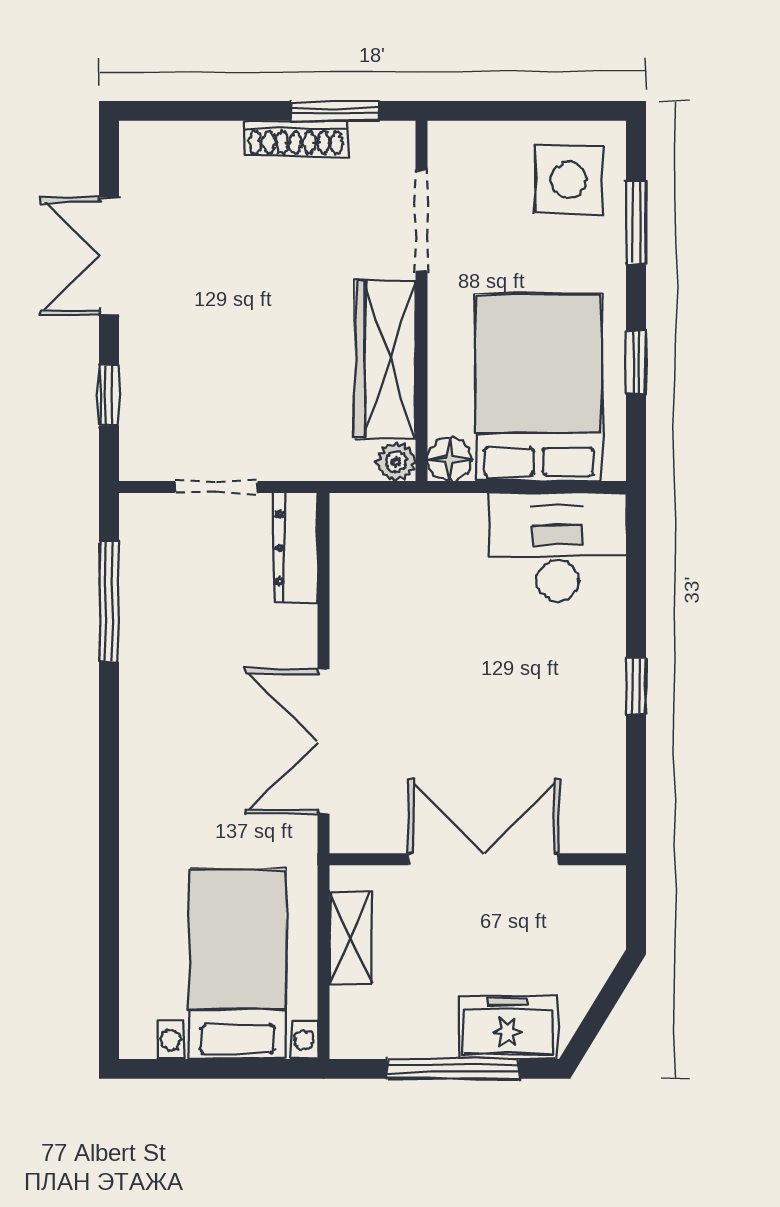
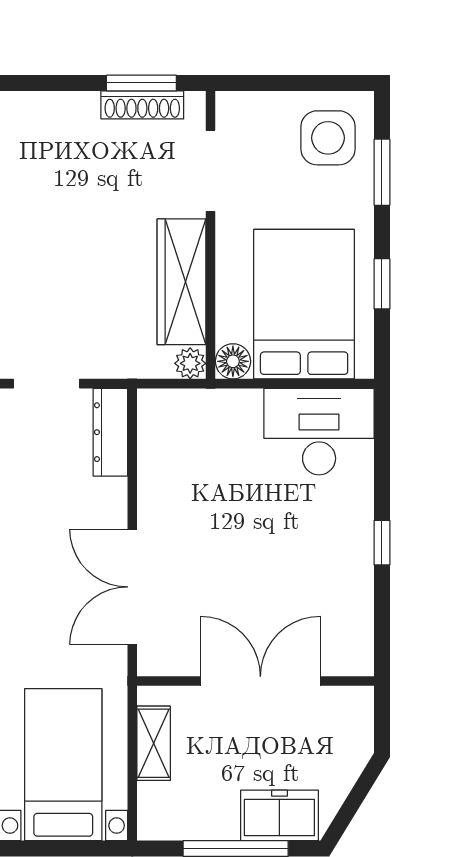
shoe rack: (296, 138) -> (142, 105), moved

